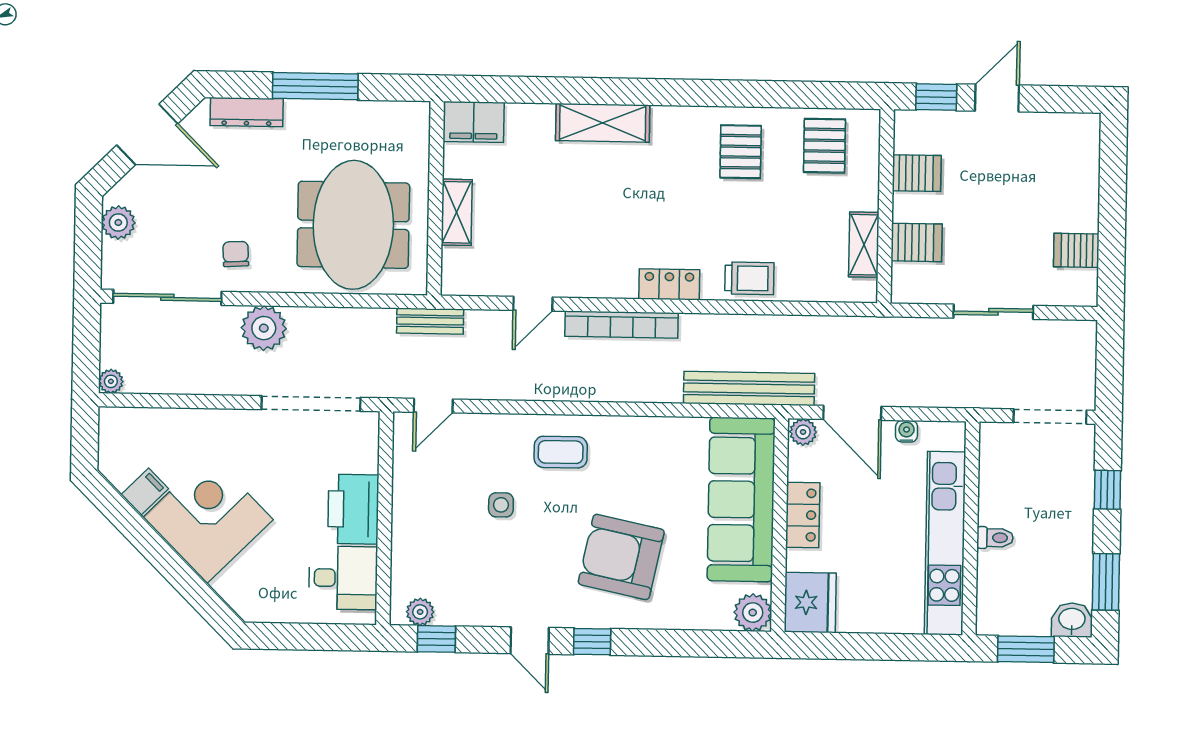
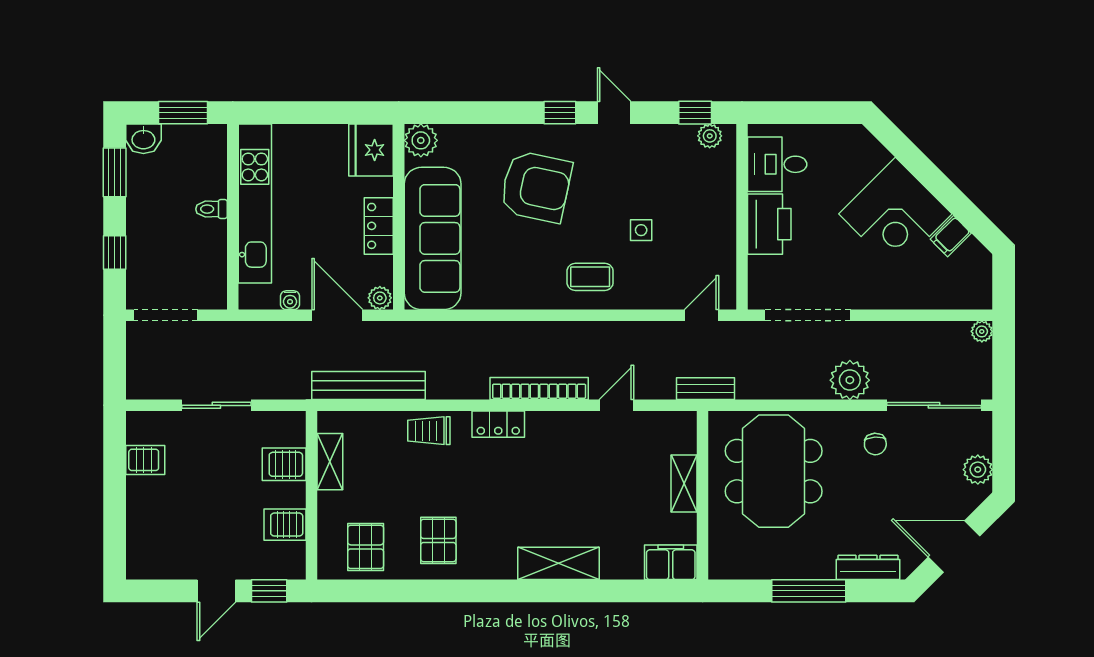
bench: (749, 388) -> (368, 386), moved

